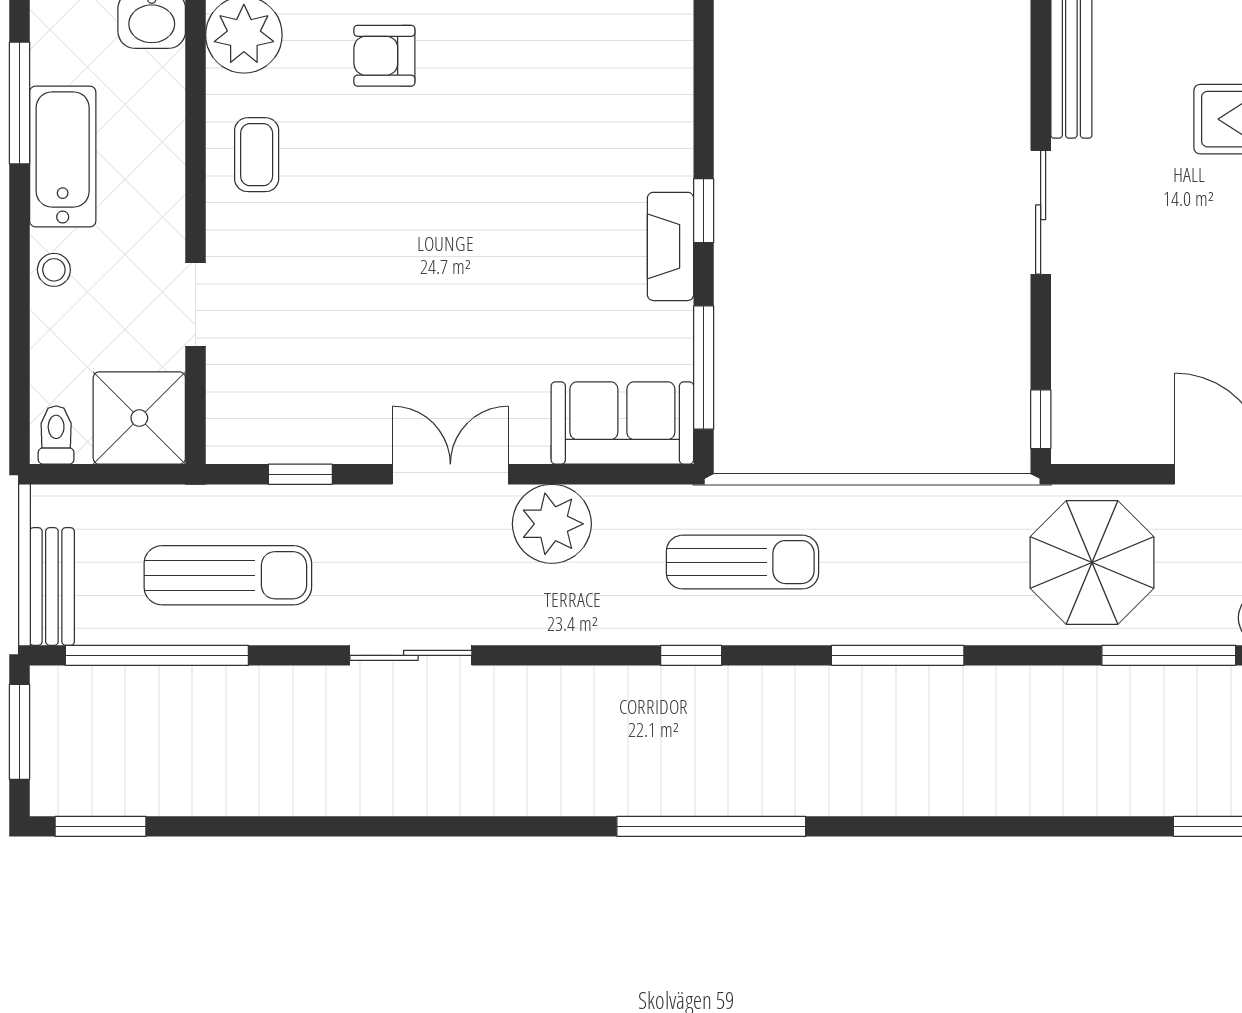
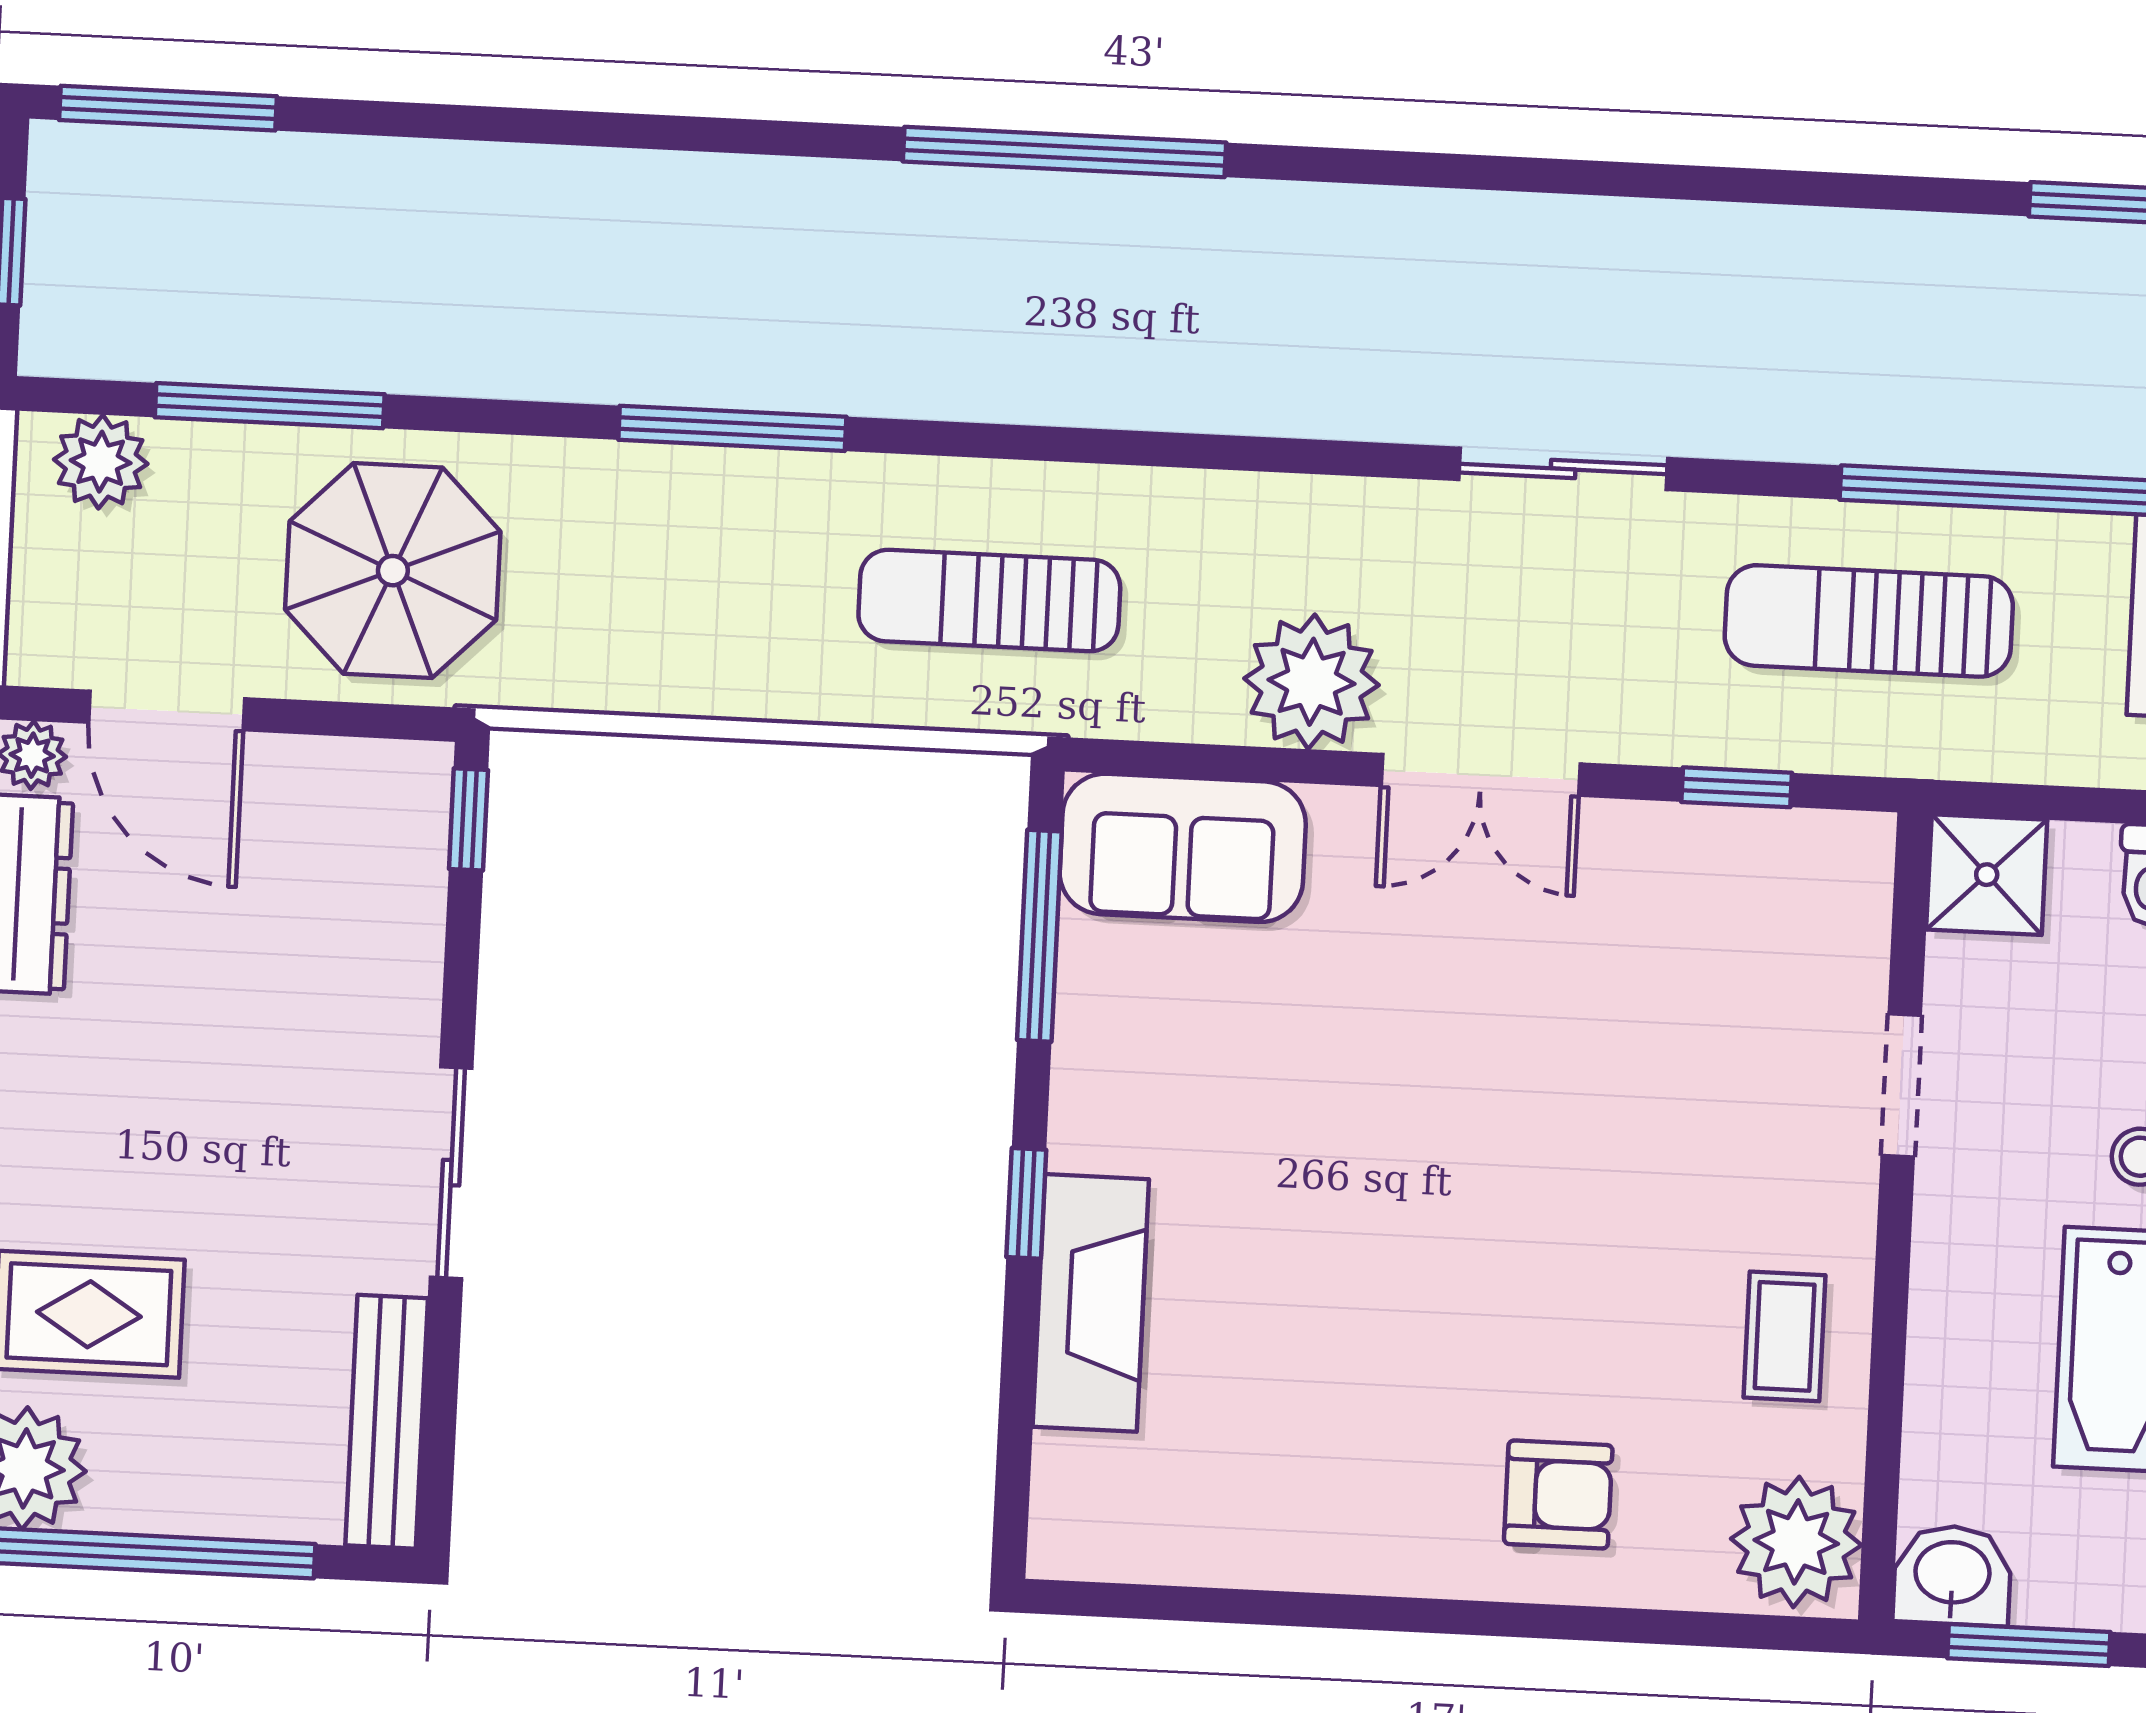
fireplace: (670, 246) -> (1091, 1303), moved, width x1.37, depth x1.32
shower: (139, 418) -> (1987, 875), width x0.73, depth x0.73
window: (691, 655) -> (1085, 446), removed

